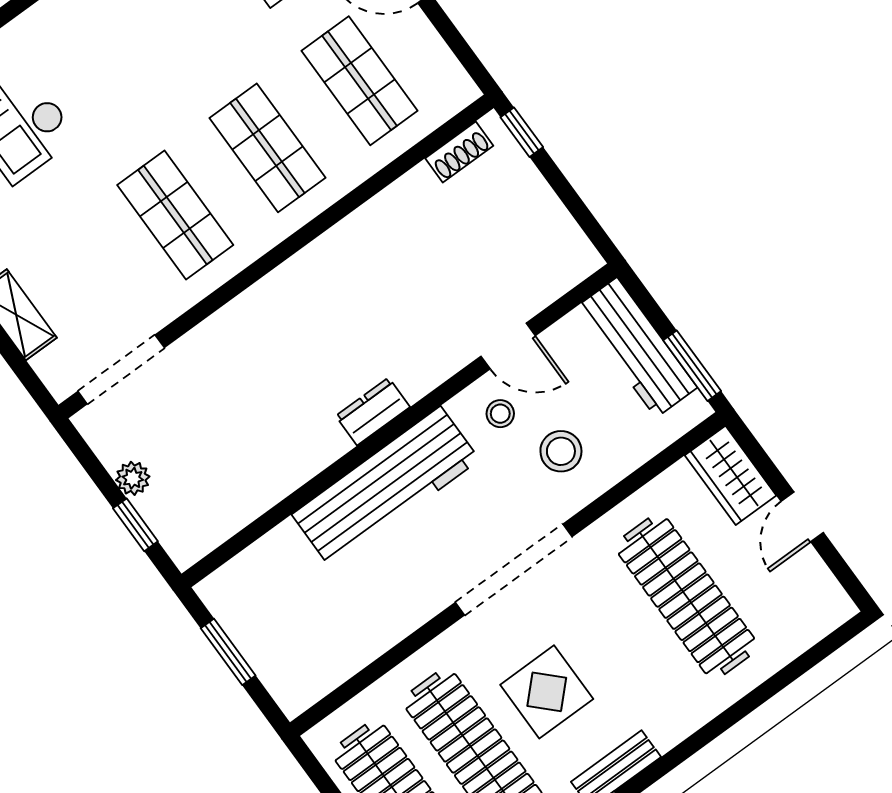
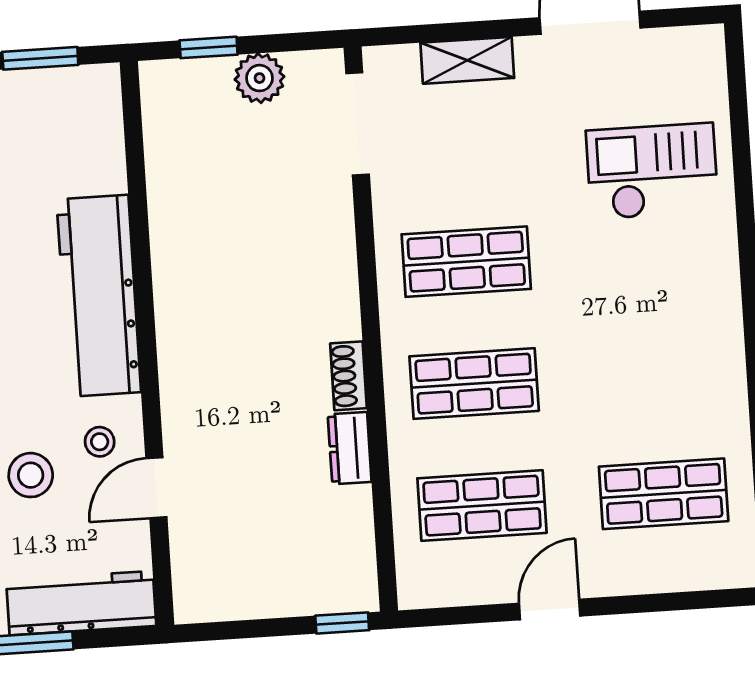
shoe rack: (459, 152) -> (349, 376), moved
dresser: (373, 411) -> (350, 448), moved, turned 180
plant: (133, 478) -> (259, 78), width x1.38, depth x1.38

